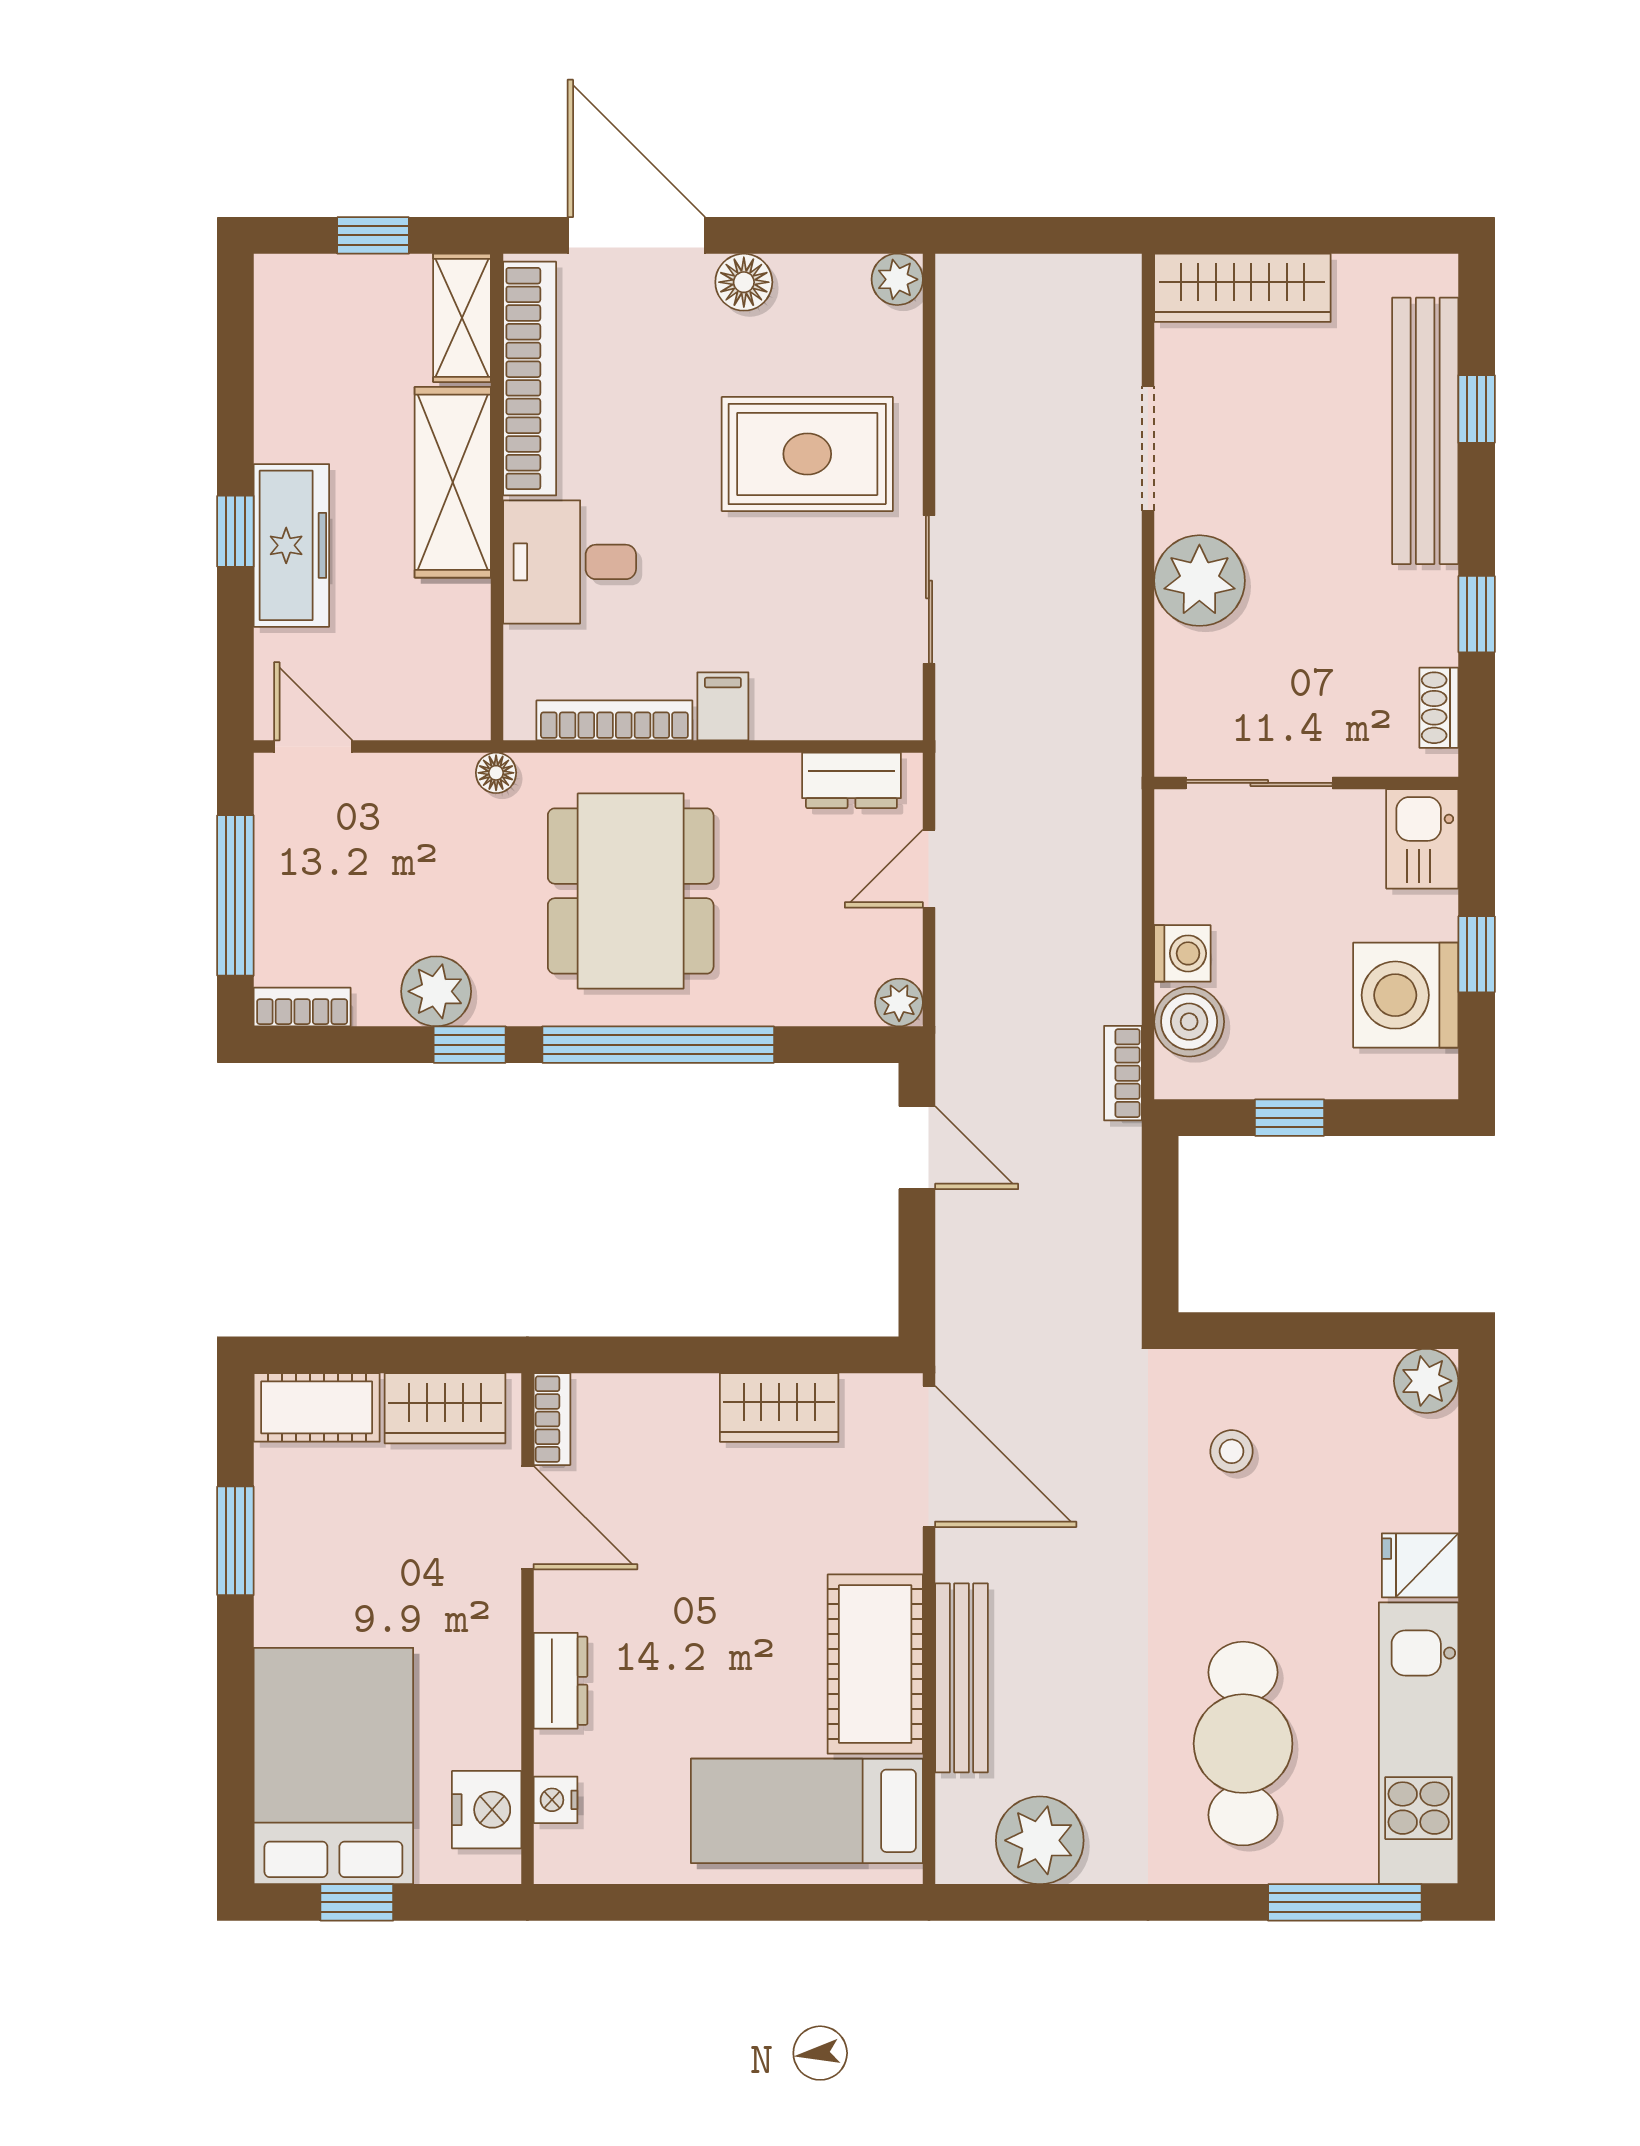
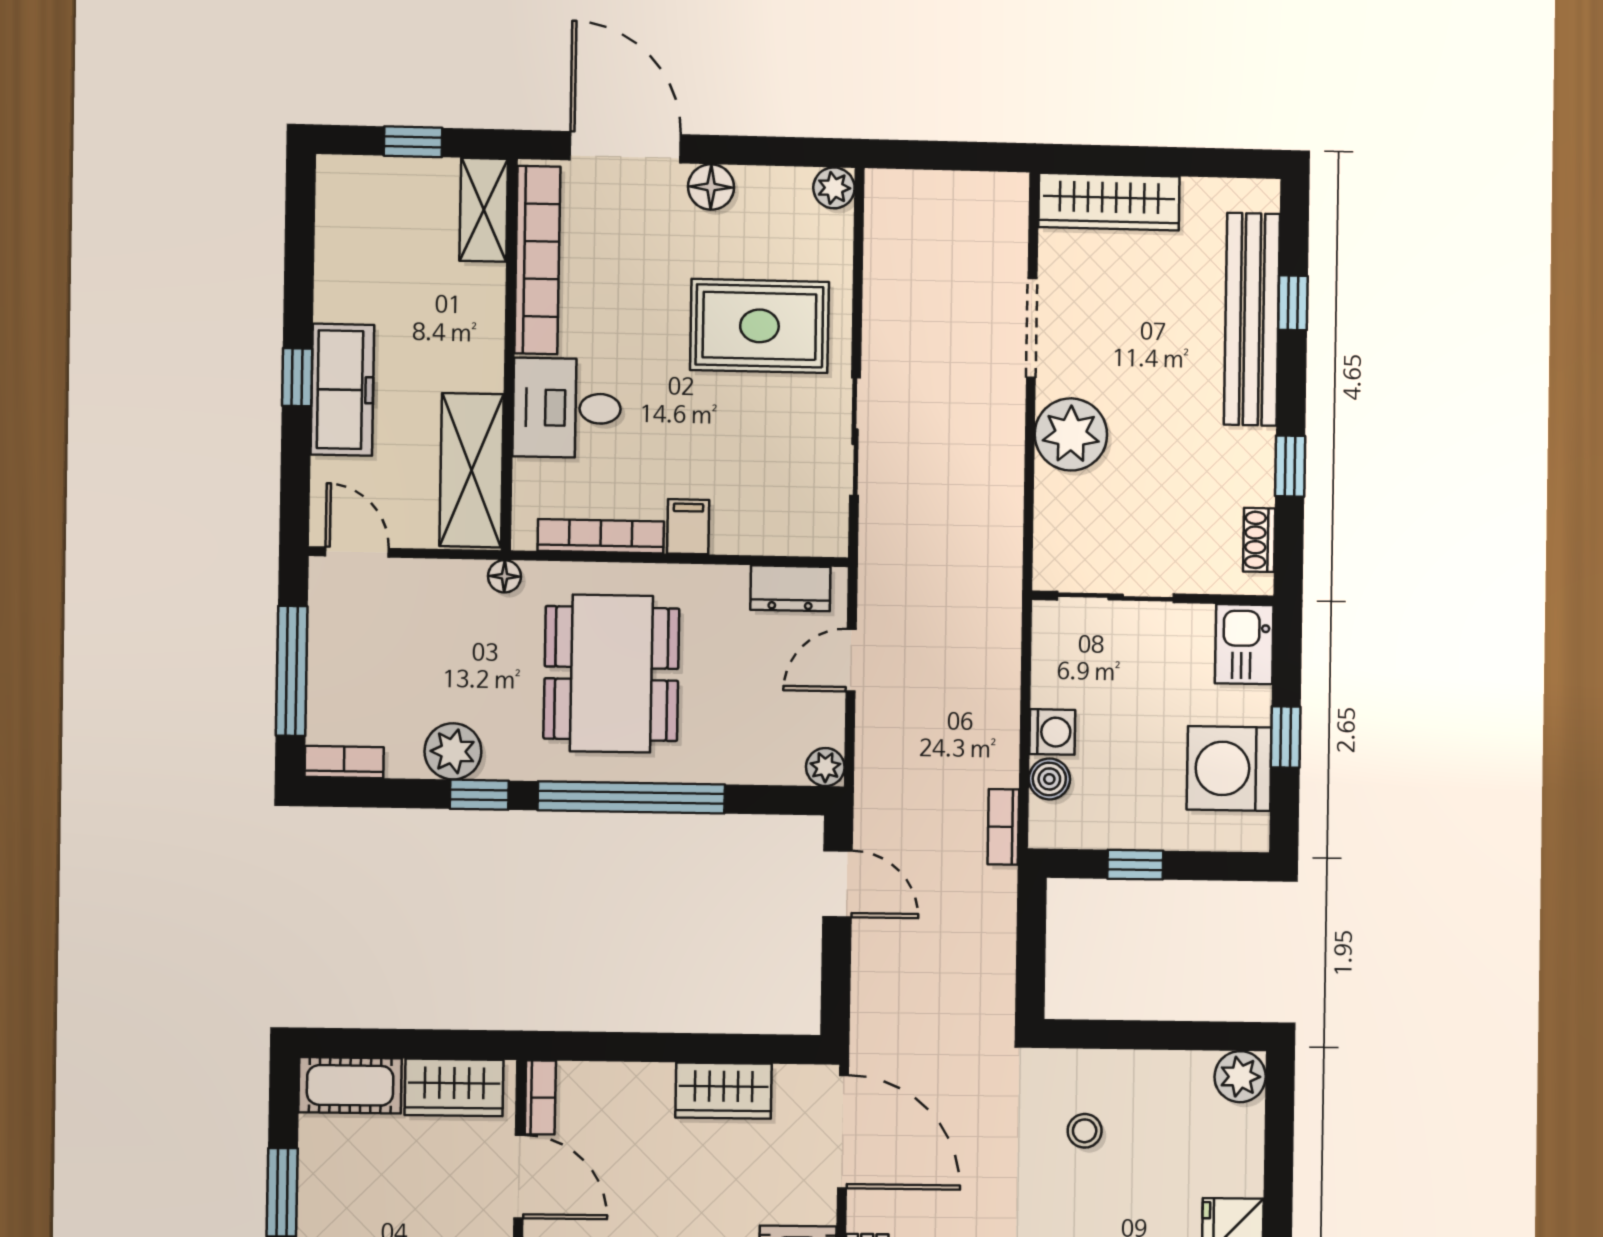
shelving: (453, 482) -> (472, 470), moved
boiler: (1189, 1022) -> (1049, 779), width x0.73, depth x0.73

